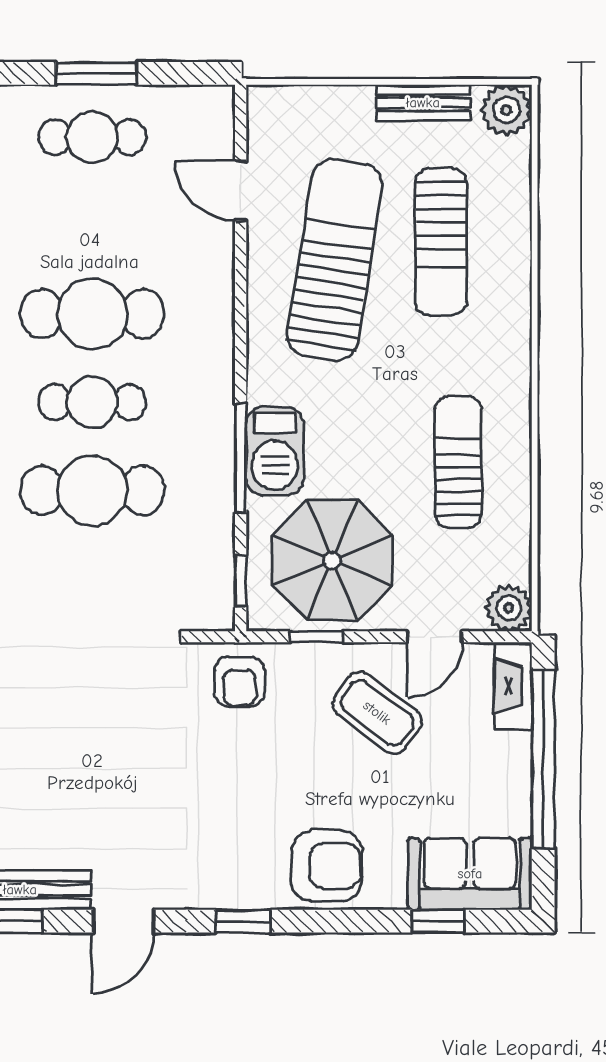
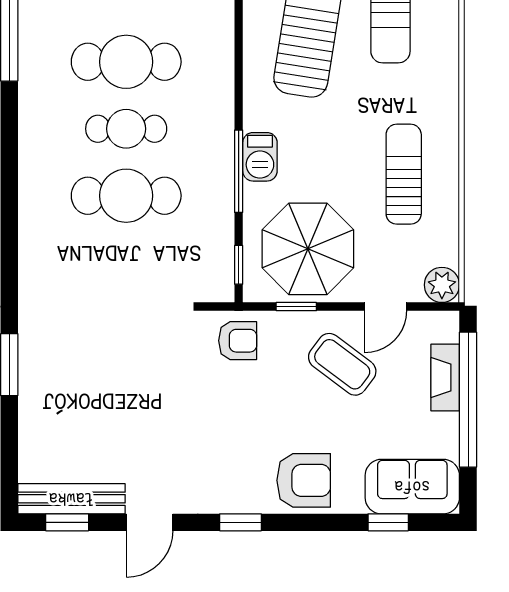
barbecue: (275, 451) -> (260, 157), width x0.73, depth x0.79
armchair: (239, 682) -> (238, 341), turned -90
fireplace: (513, 686) -> (445, 378), moved

